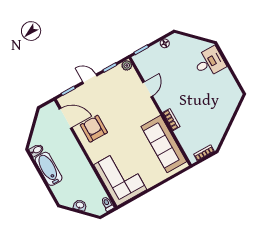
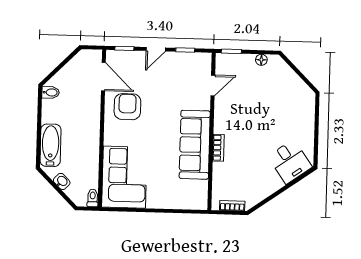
desk: (209, 62) -> (290, 162), moved, turned 55
plant: (127, 65) -> (205, 59), removed
door: (90, 79) -> (156, 49), swing flipped
door: (148, 89) -> (213, 85), moved
sofa: (164, 144) -> (195, 145), moved
bathtub: (49, 169) -> (51, 145), moved

